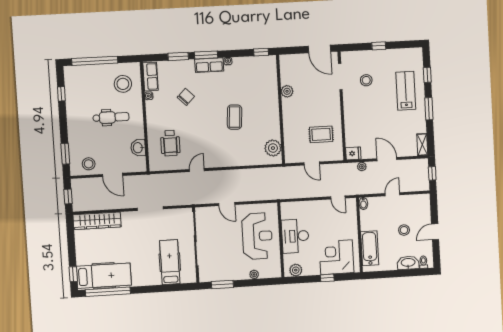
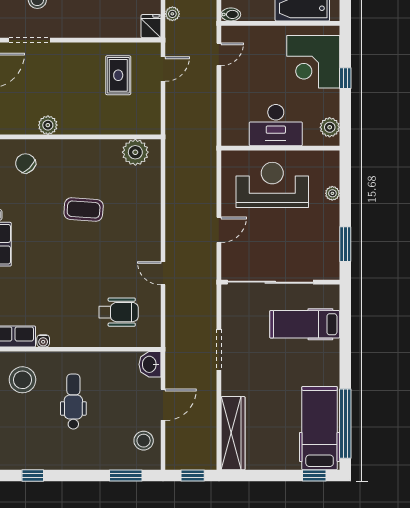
chair: (186, 97) -> (25, 163), moved
washbasin: (138, 148) -> (150, 364), moved, turned 90
door: (312, 163) -> (163, 69), moved

